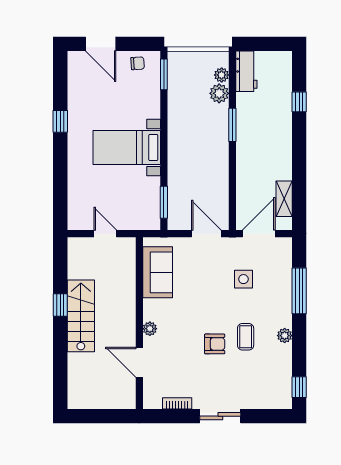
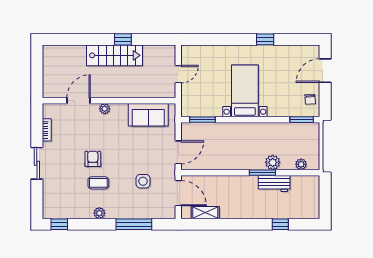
workbench: (246, 71) -> (274, 184), moved
plant: (219, 93) -> (273, 162), moved
armchair: (215, 344) -> (93, 159), turned 180

